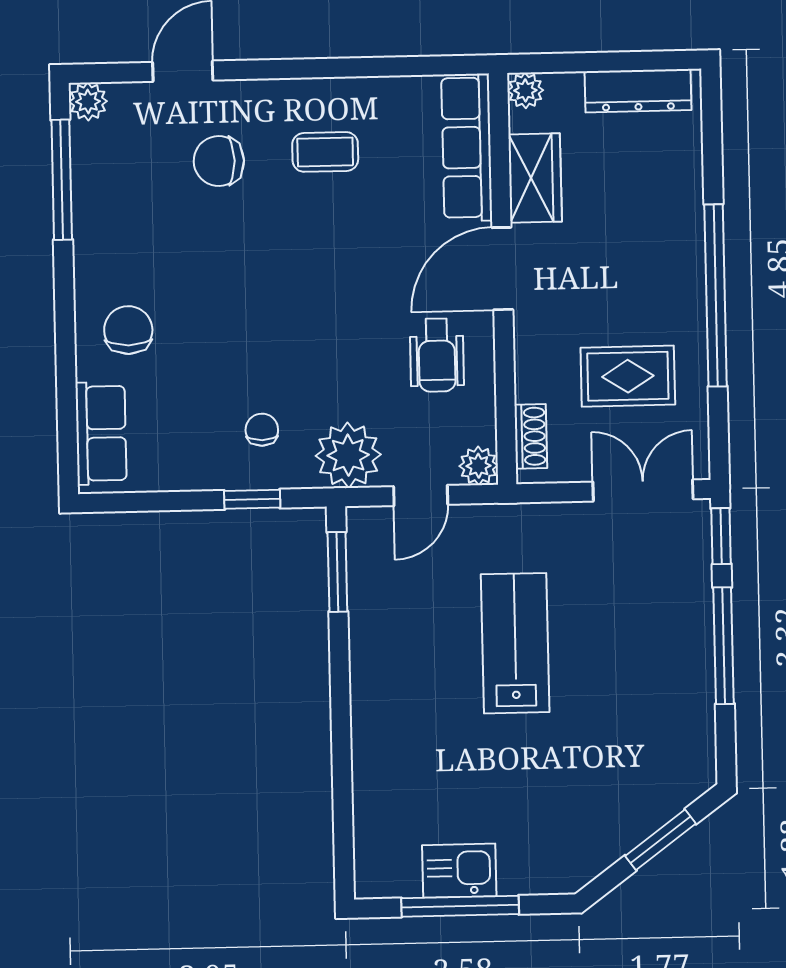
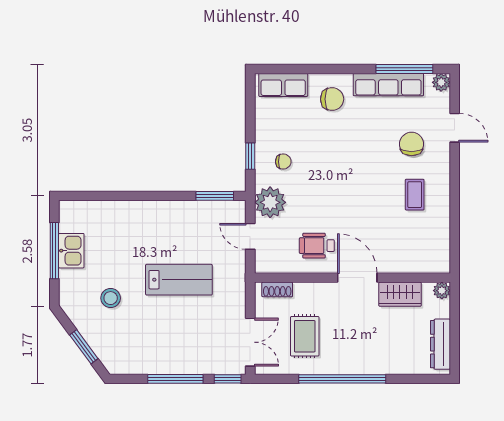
row of seats: (467, 148) -> (388, 85), moved, turned 180
plant: (478, 466) -> (264, 264), removed
stool: (557, 786) -> (111, 298), added

